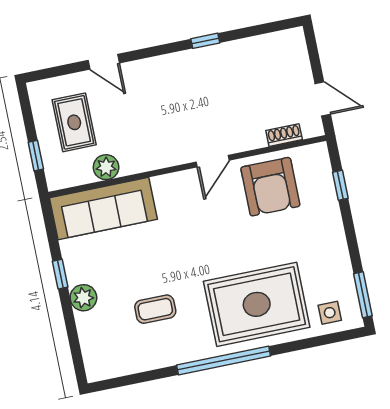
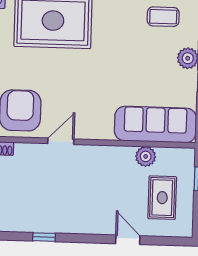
coffee table: (155, 309) -> (163, 17), moved

